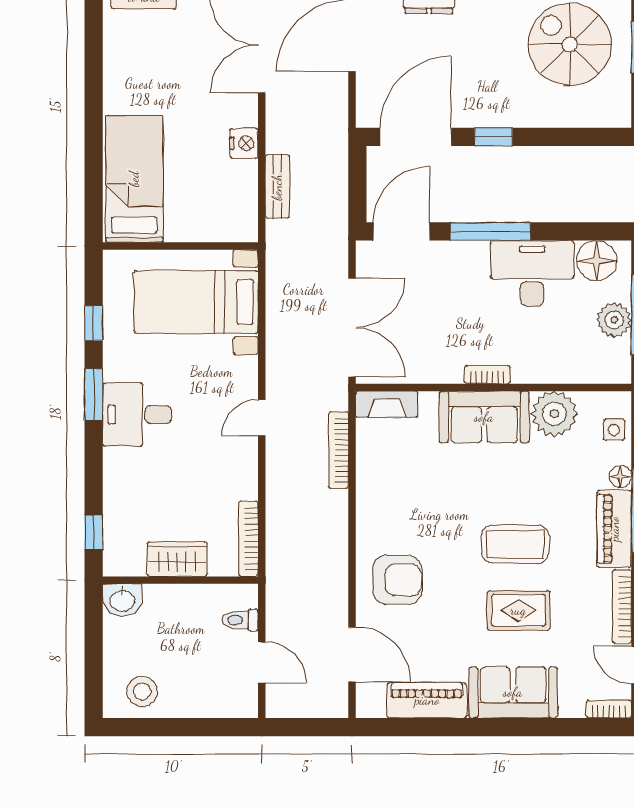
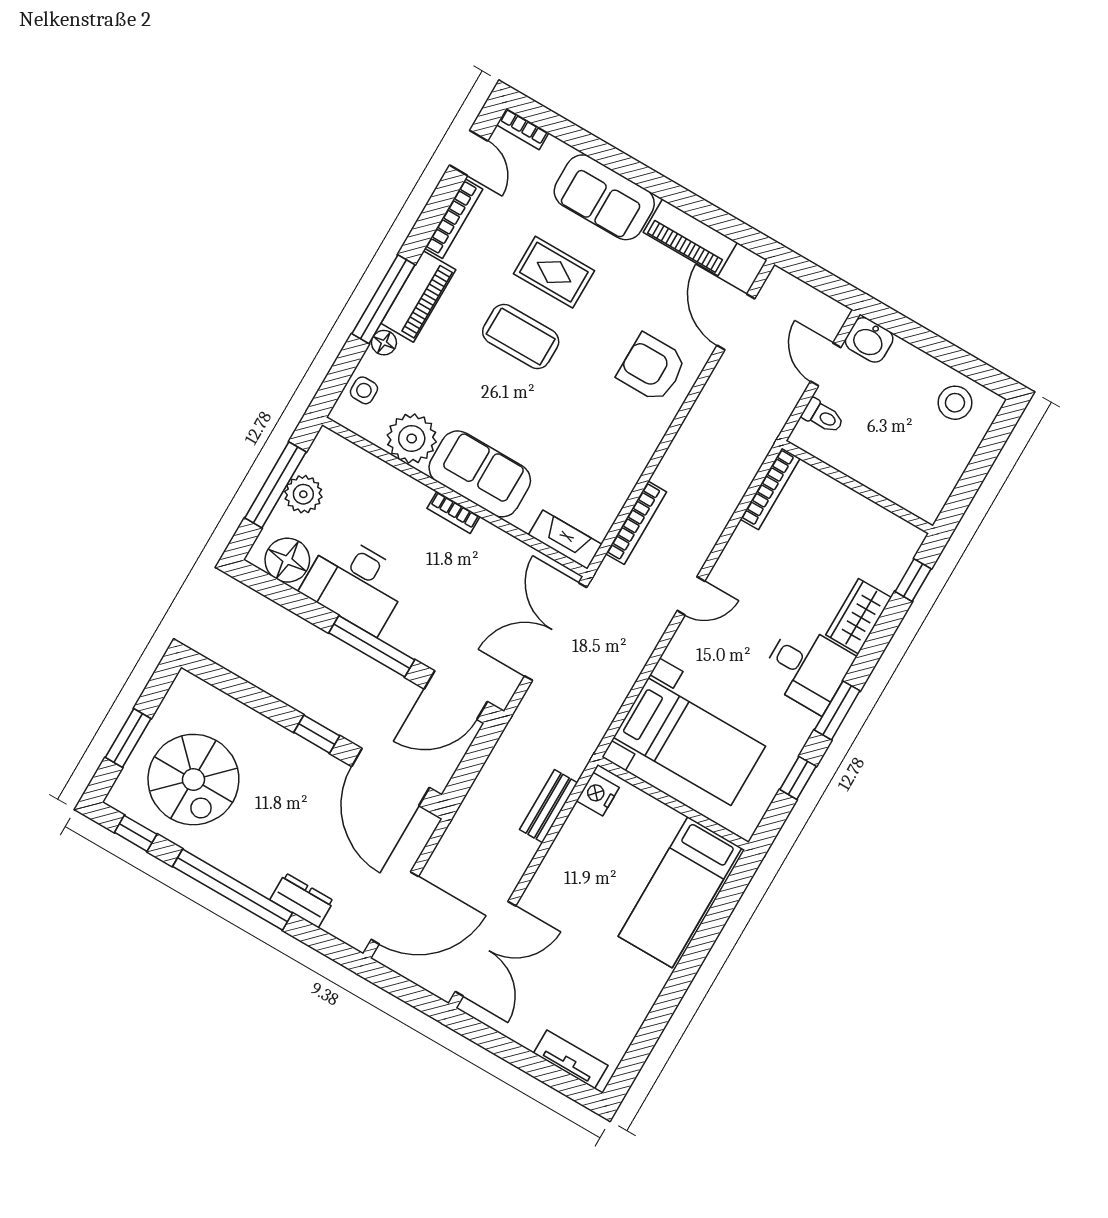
door: (416, 137) -> (390, 777), hinge flipped
nightstand: (244, 143) -> (598, 794), moved
wardrobe: (177, 559) -> (859, 616), moved, turned 90
washbasin: (122, 600) -> (869, 340), moved, turned 180

